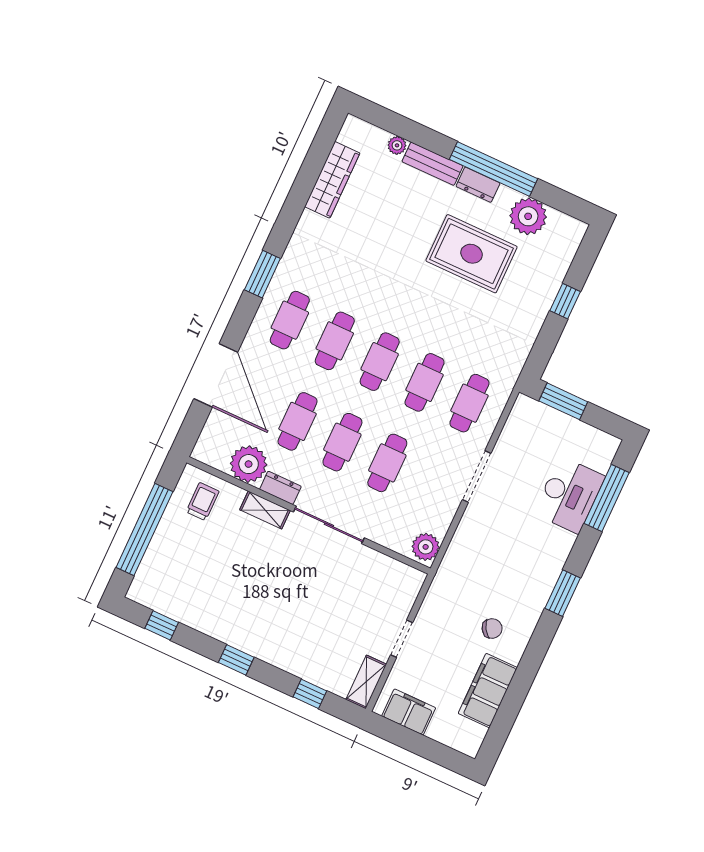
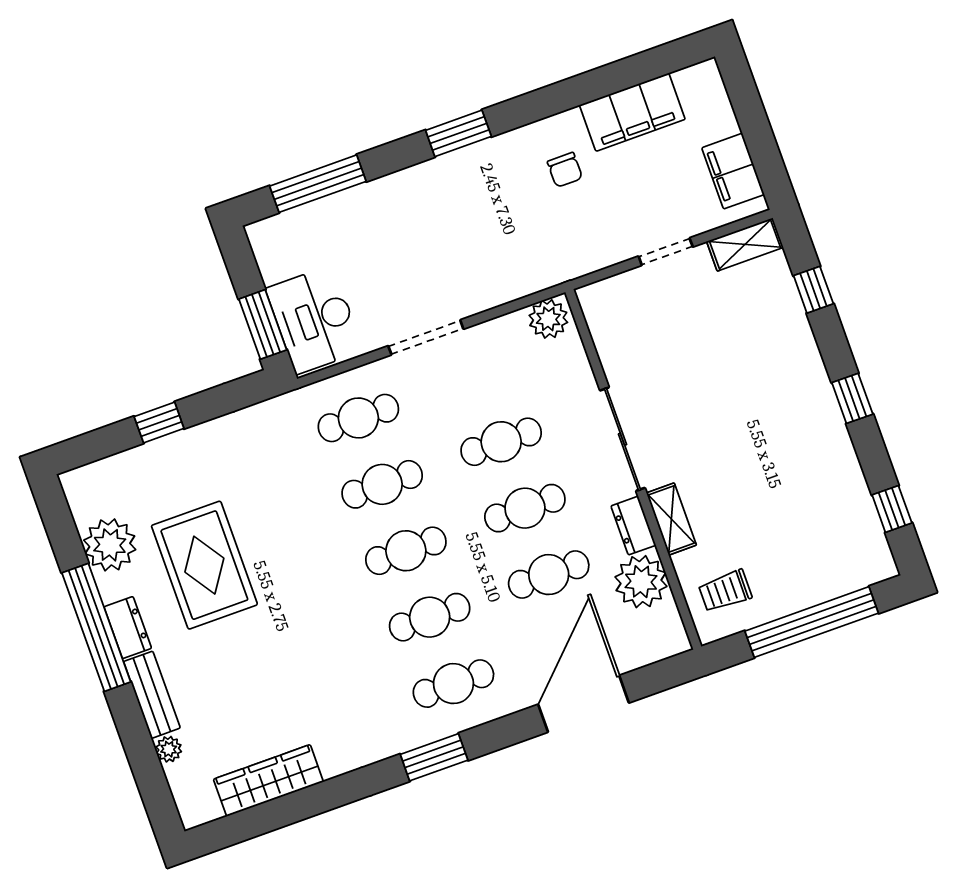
desk: (569, 495) -> (314, 320), moved, turned -90
chair: (492, 628) -> (565, 170), turned -148

